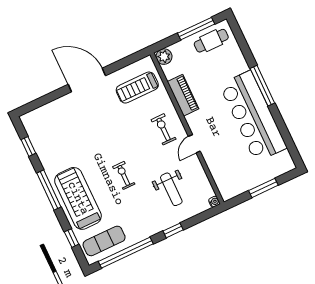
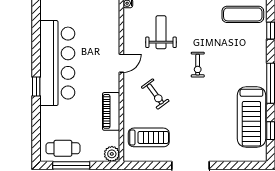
window: (262, 86) -> (36, 87), width x0.46
exercise bike: (164, 129) -> (155, 94), moved, turned -36
treadmill: (78, 198) -> (251, 117), moved

